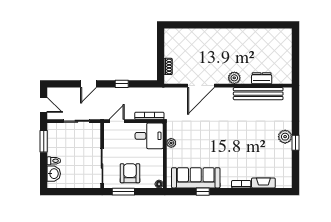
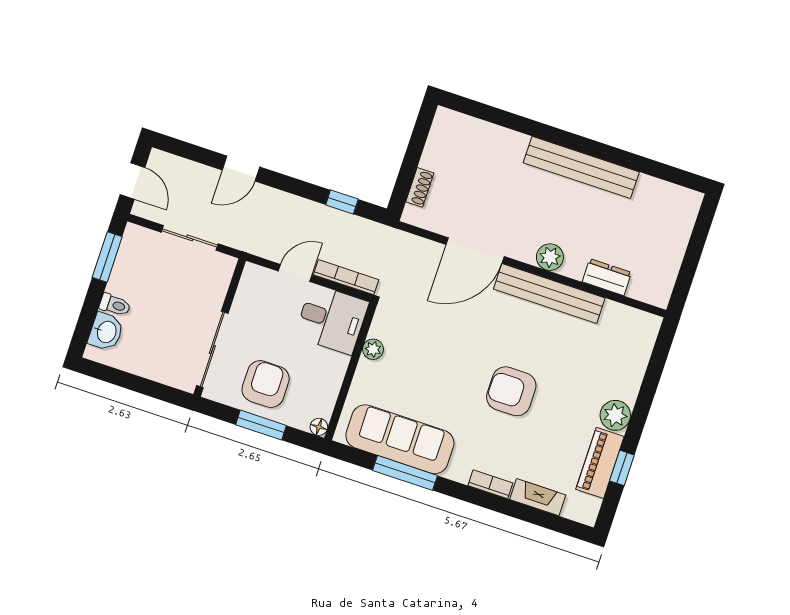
bench: (235, 35) -> (581, 167), added
window: (122, 84) -> (342, 202), moved
bench: (258, 94) -> (549, 294), moved
door: (117, 121) -> (295, 273), moved
armchair: (237, 141) -> (511, 391), added
window: (295, 143) -> (622, 468), moved
piano: (285, 159) -> (600, 463), added
window: (123, 192) -> (261, 425), moved
window: (203, 192) -> (405, 473), width x2.17

